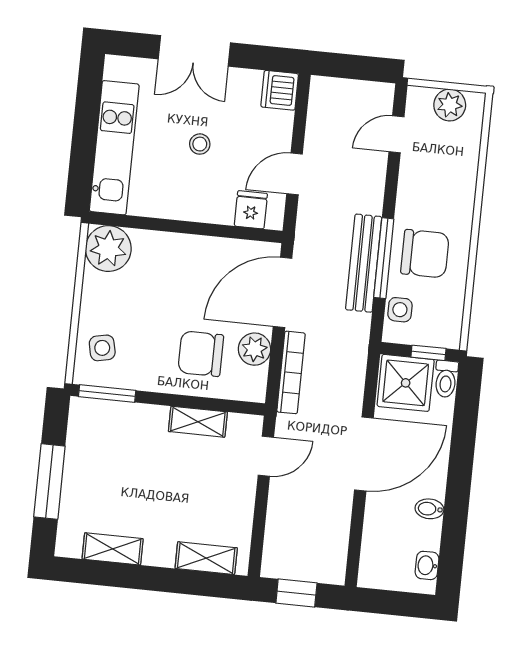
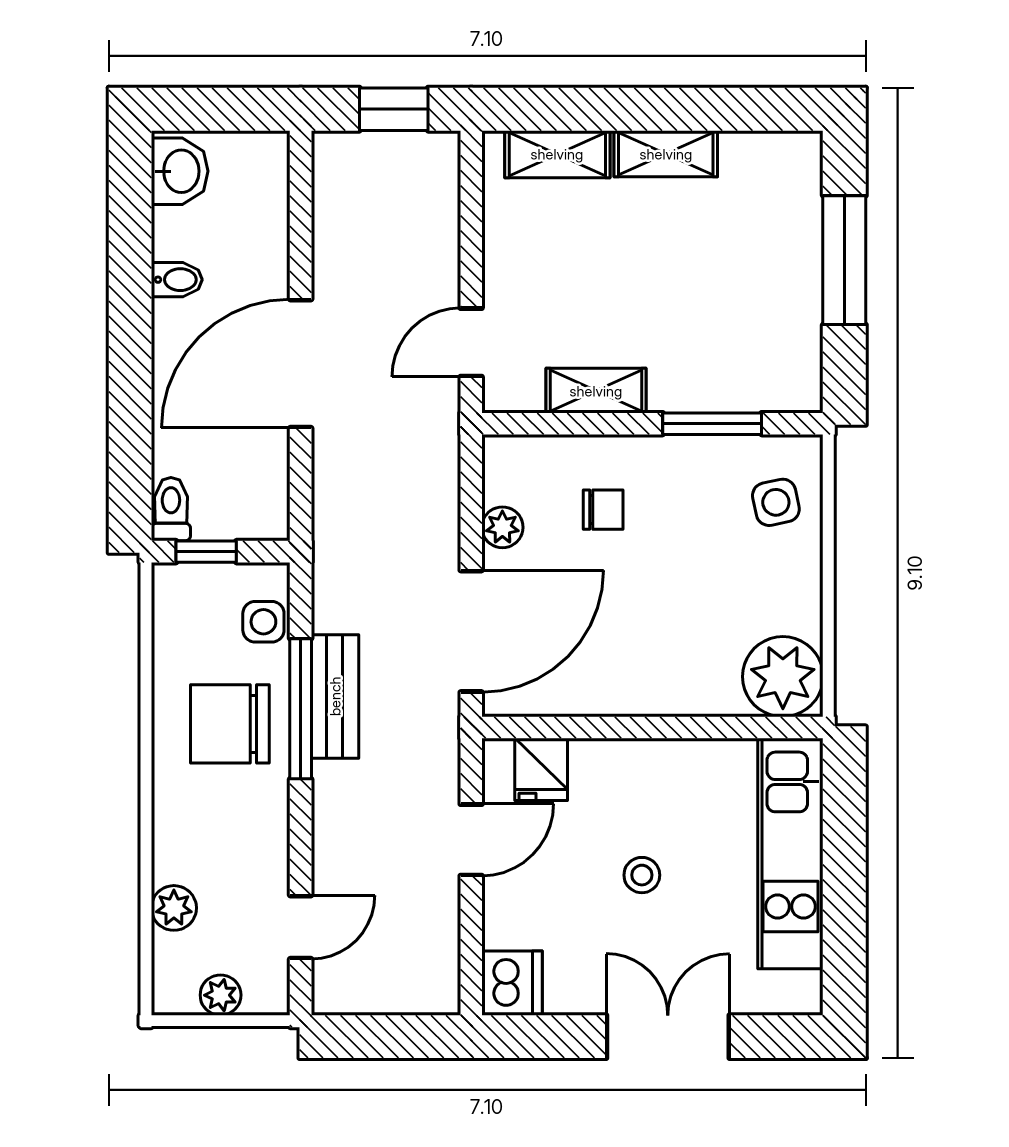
plant: (450, 105) -> (221, 995), width x0.73, depth x0.73
plant: (467, 152) -> (174, 908), added
bench: (364, 263) -> (335, 696), width x0.73
plant: (254, 349) -> (502, 527), width x0.73, depth x0.73
chair: (201, 354) -> (603, 510), width x0.54, depth x0.54
bookcase: (291, 372) -> (442, 493), removed
shower: (406, 383) -> (241, 495), removed
window: (107, 394) -> (712, 424), moved
shelving: (113, 549) -> (666, 154), moved
washbasin: (427, 565) -> (180, 171), width x1.38, depth x1.45

